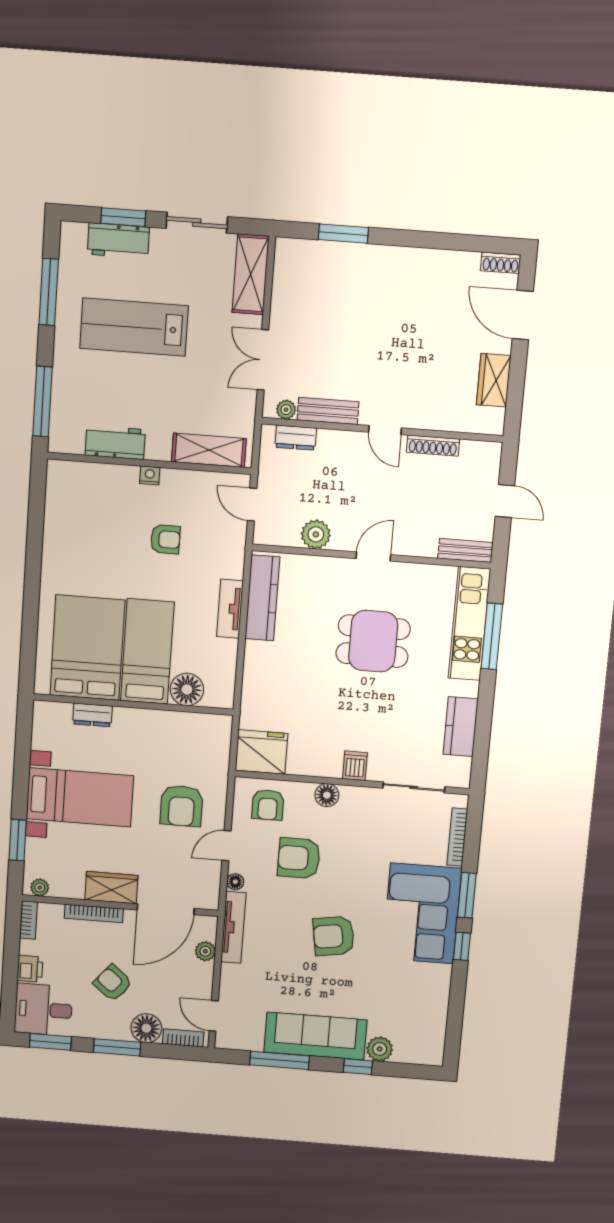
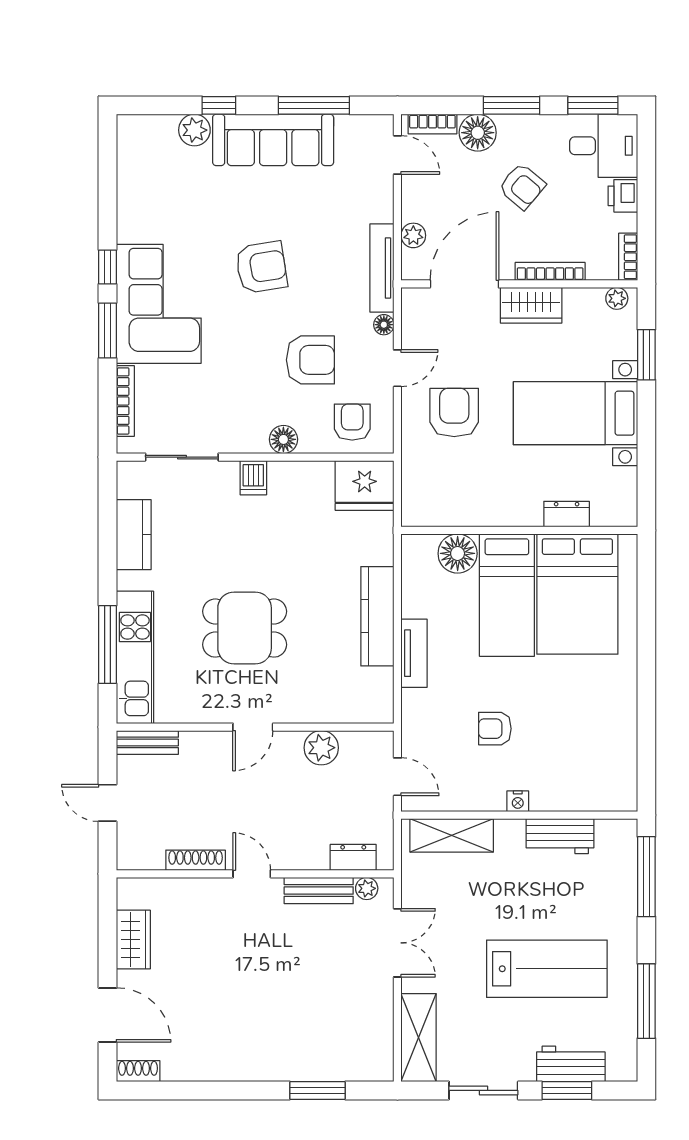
kitchen counter: (262, 598) -> (377, 616), moved

